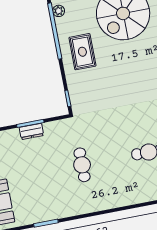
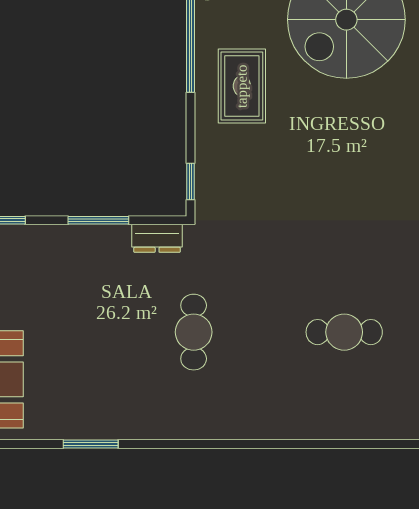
dresser: (31, 131) -> (157, 238), moved

